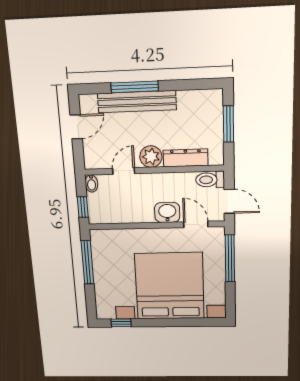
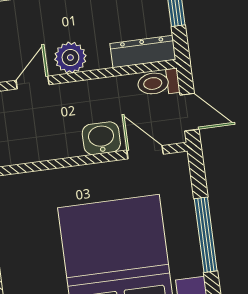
dresser: (186, 158) -> (143, 51), moved
window: (230, 259) -> (206, 235), moved

